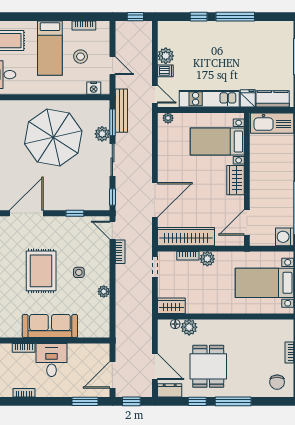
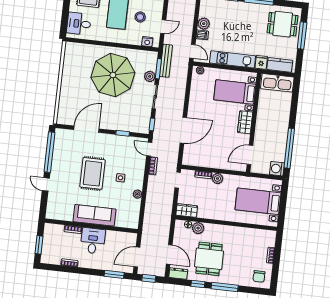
dining table: (270, 45) -> (283, 24), added
door: (112, 66) -> (163, 27), hinge flipped
wardrobe: (186, 237) -> (203, 160), removed

